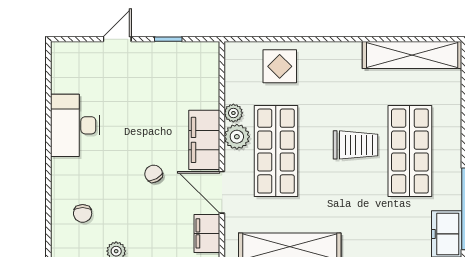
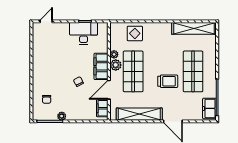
door: (117, 39) -> (46, 21), moved
desk: (75, 125) -> (84, 33), moved, turned 90
trolley: (356, 145) -> (168, 81), moved
door: (222, 192) -> (109, 90), hinge flipped

